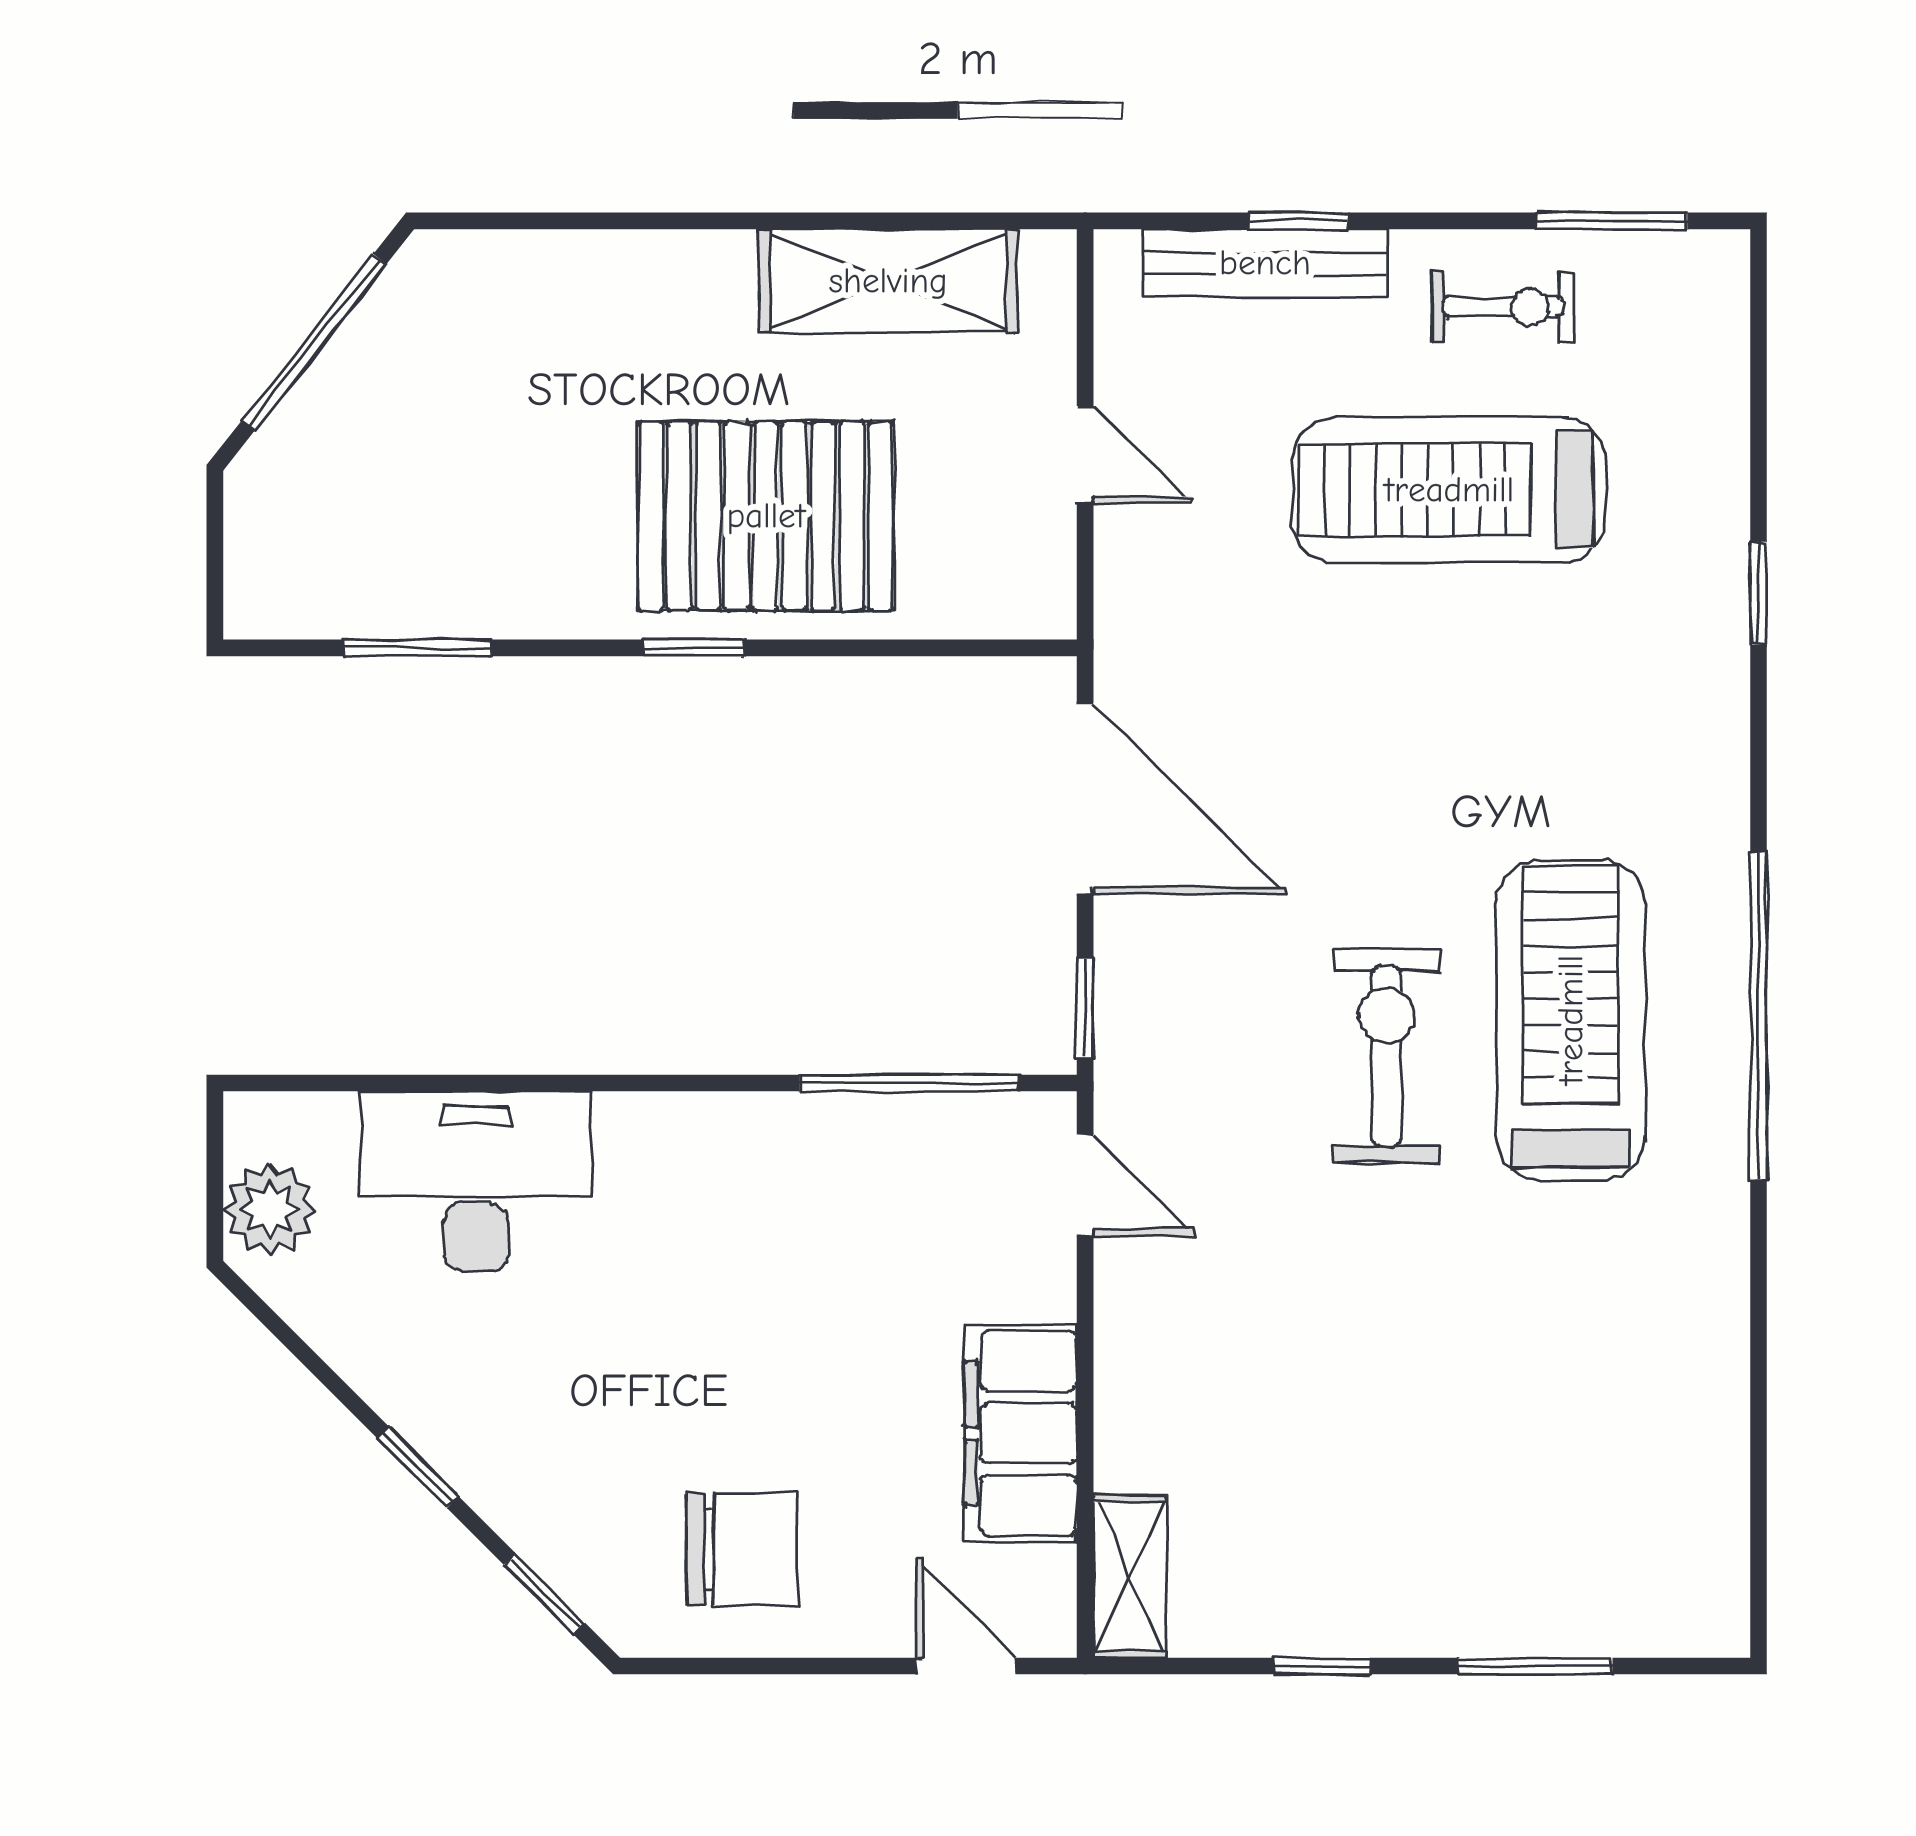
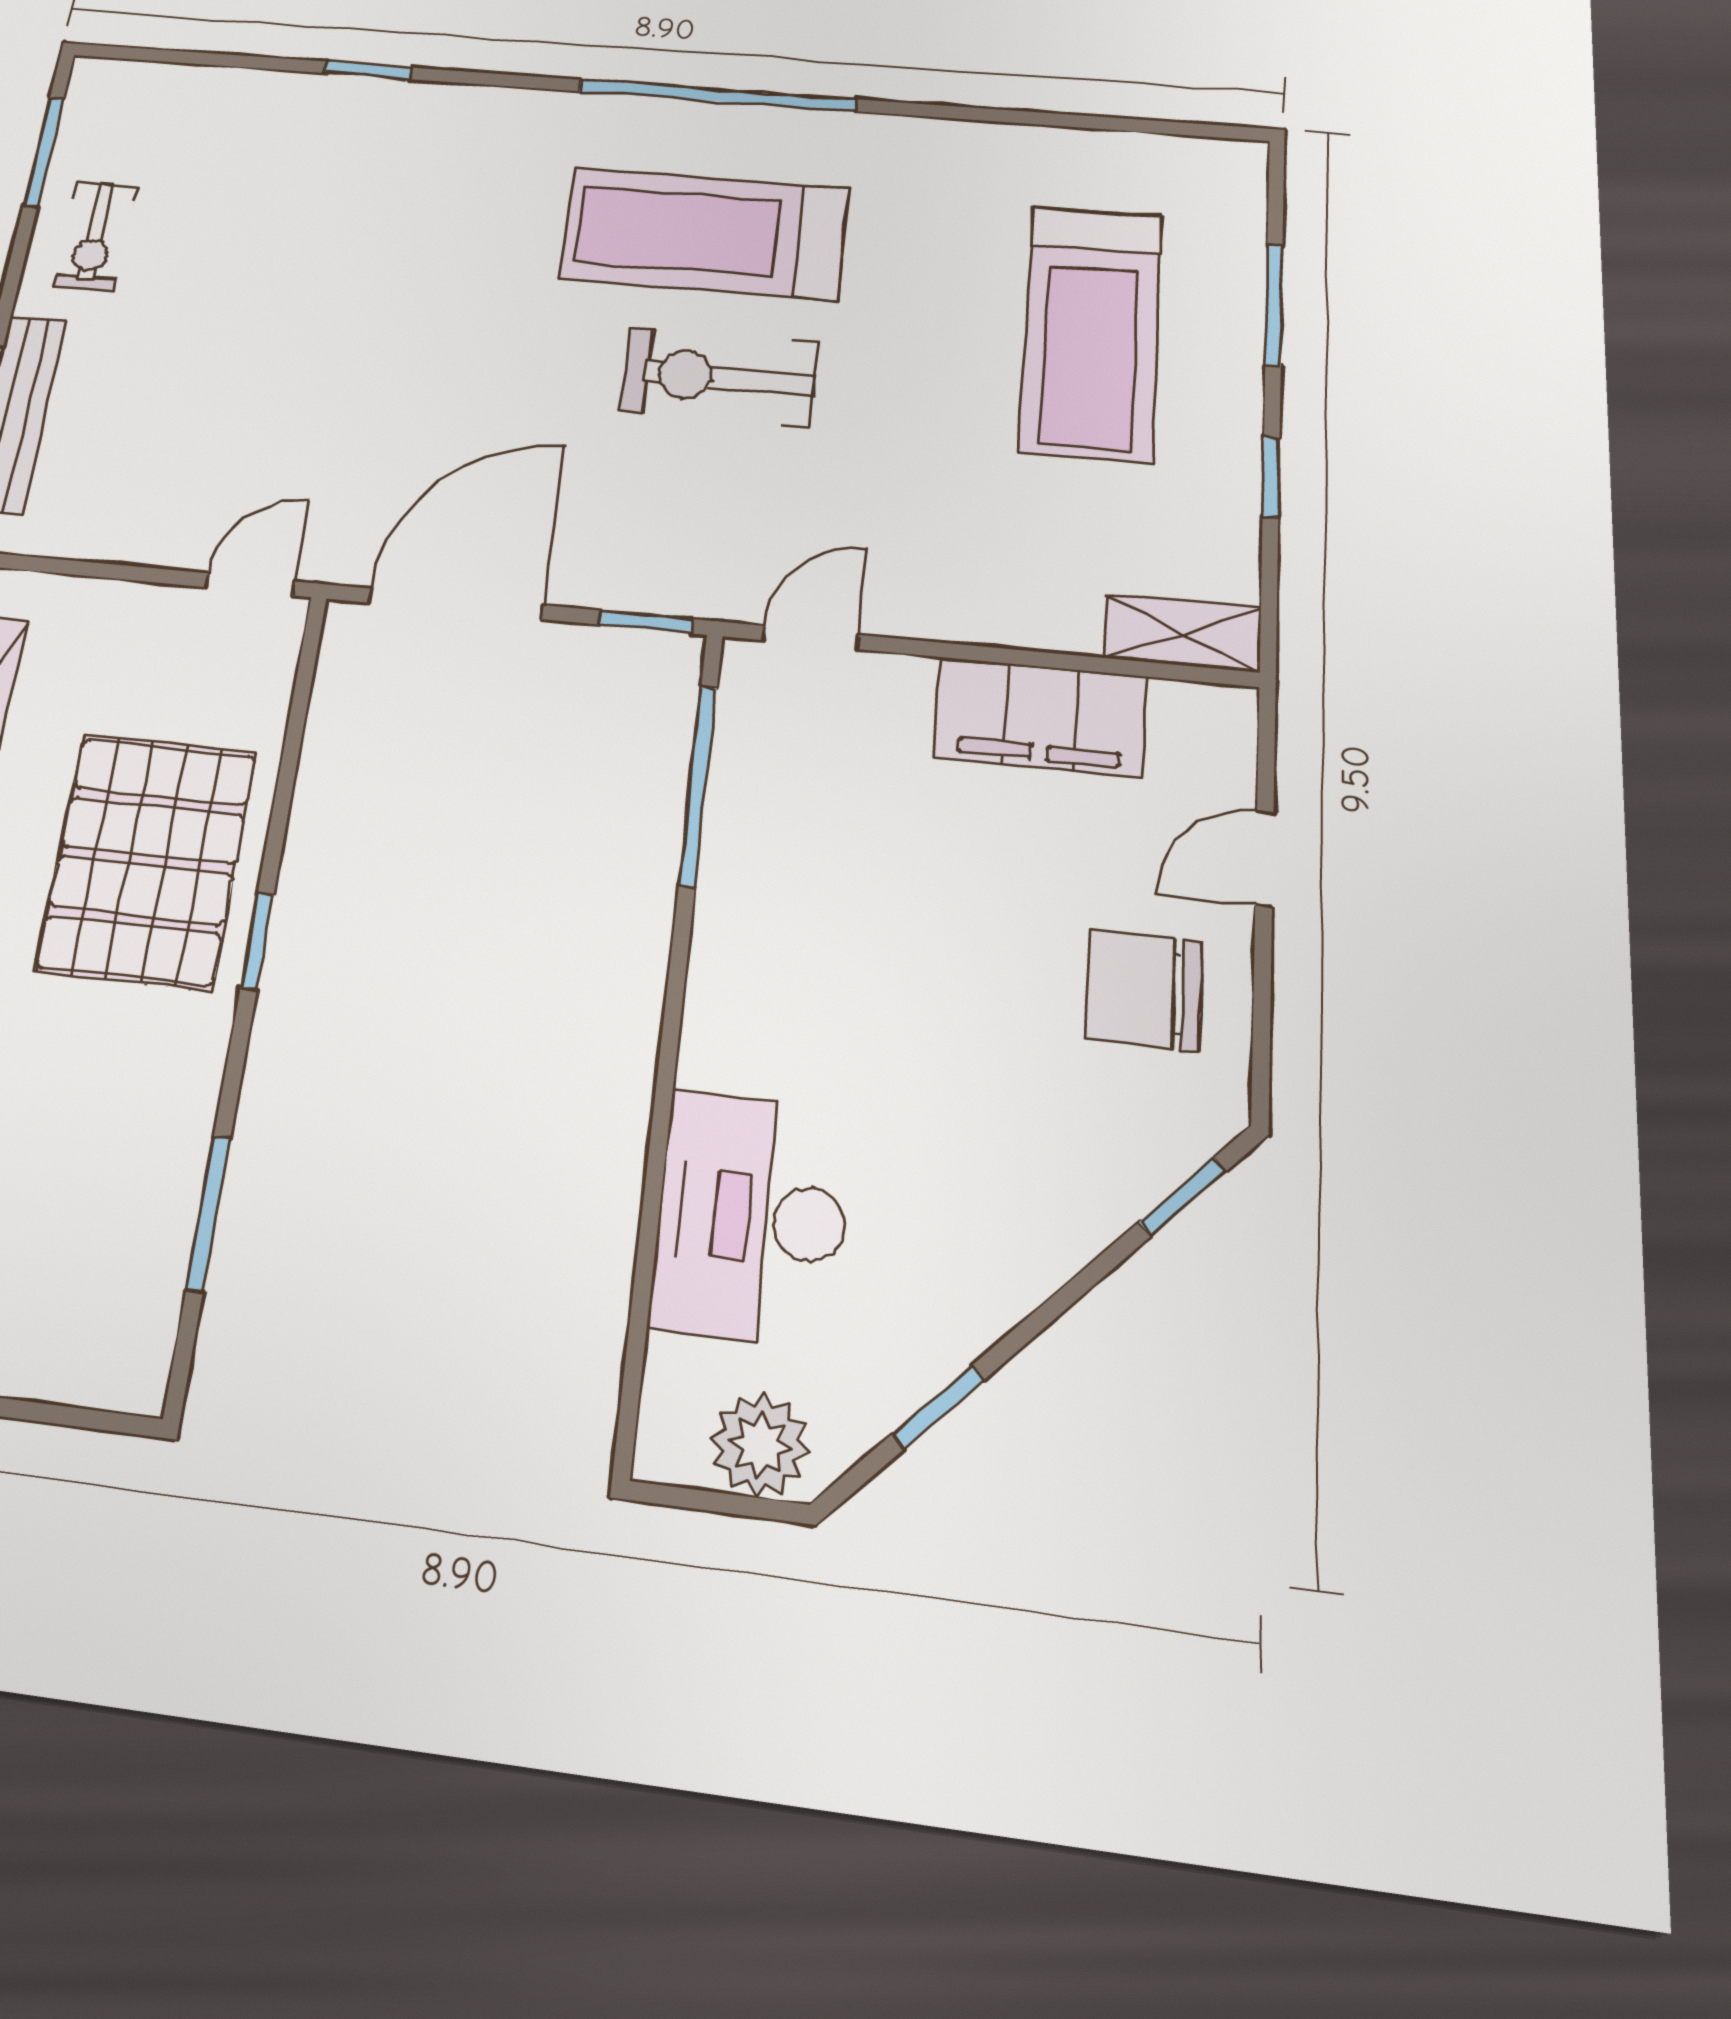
exercise bike: (1503, 307) -> (95, 236), turned 180
door: (1085, 455) -> (250, 584), moved
treadmill: (1449, 490) -> (1091, 332), moved
window: (418, 1467) -> (938, 1407), moved
chair: (742, 1550) -> (1144, 990), turned -90
door: (966, 1666) -> (1264, 859), moved

